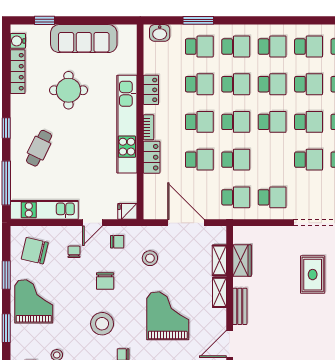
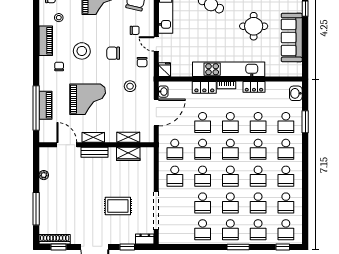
school desk: (272, 160) -> (203, 176), added
washbasin: (157, 213) -> (163, 92), added
shelving: (219, 292) -> (93, 137), moved

